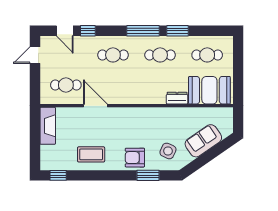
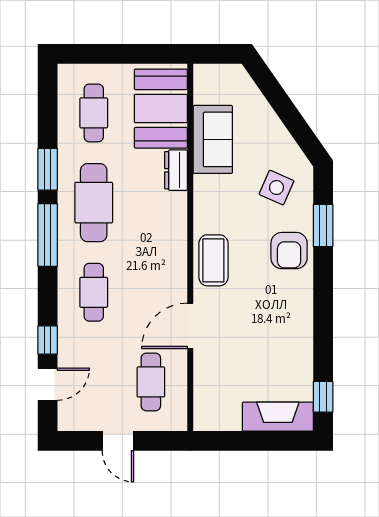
door: (35, 55) -> (118, 441), moved
cafe table: (160, 55) -> (94, 203), width x1.37, depth x1.35
fireplace: (48, 126) -> (278, 417), moved
sofa: (203, 141) -> (213, 139), moved, turned -145
coffee table: (91, 154) -> (213, 260), moved

